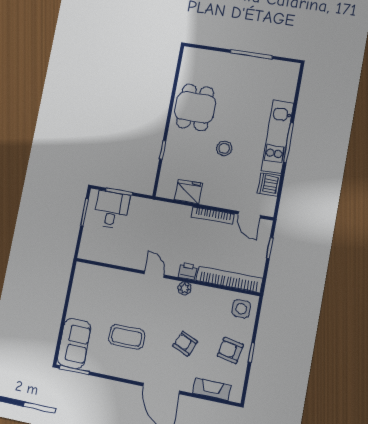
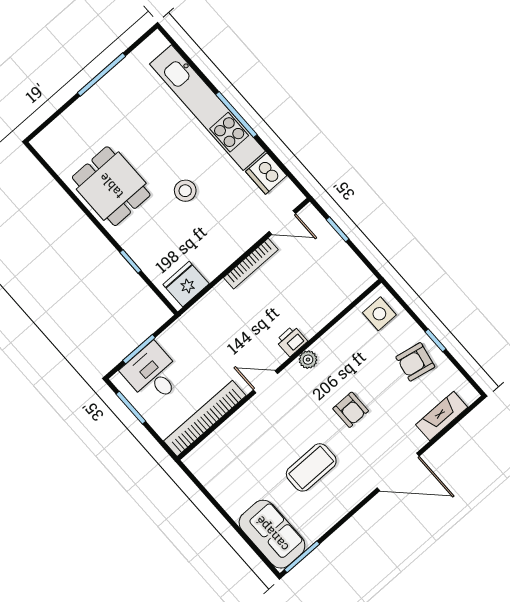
kitchen unit: (277, 137) -> (207, 108), width x1.36
fridge: (188, 192) -> (186, 284), moved
bookcase: (229, 279) -> (205, 418), moved
armchair: (185, 344) -> (351, 410), moved, turned -114

